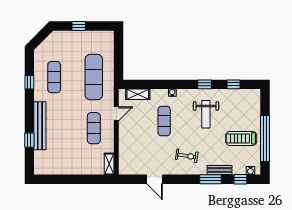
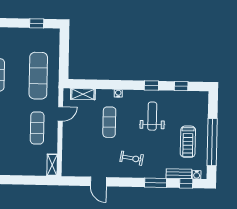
window: (79, 26) -> (37, 23), moved
weight bench: (206, 114) -> (152, 116), turned 180
treadmill: (241, 138) -> (188, 142), turned -90
bench: (219, 170) -> (179, 174), moved

